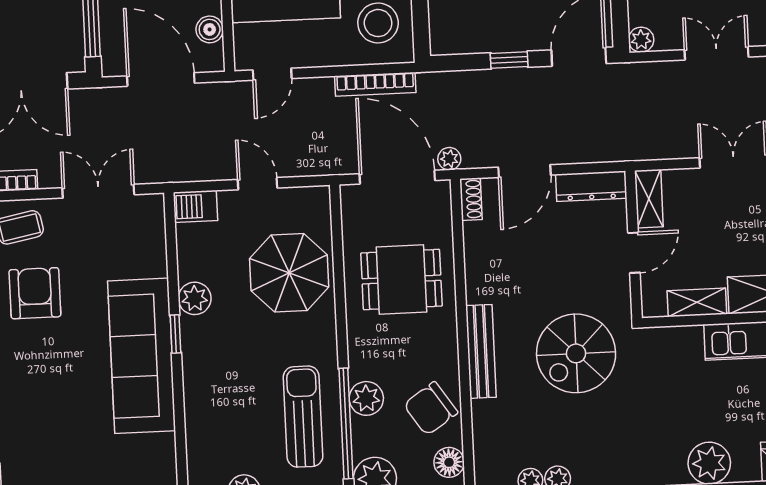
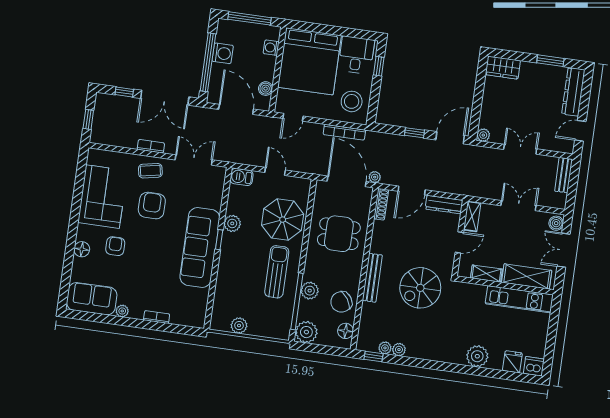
shoe rack: (471, 199) -> (381, 204), width x1.43
sun lounger: (303, 417) -> (277, 272), moved

